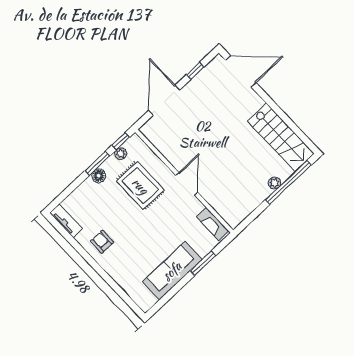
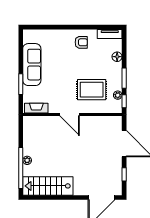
floor lamp: (99, 176) -> (117, 57), moved

